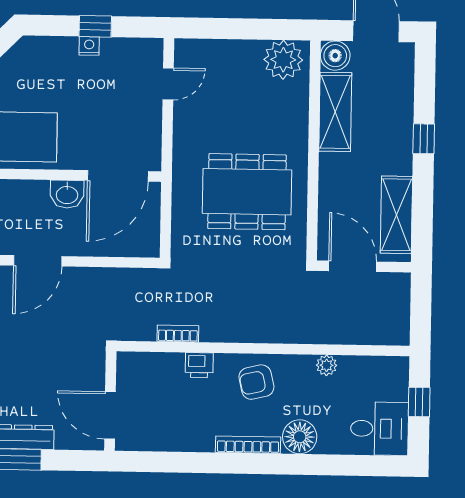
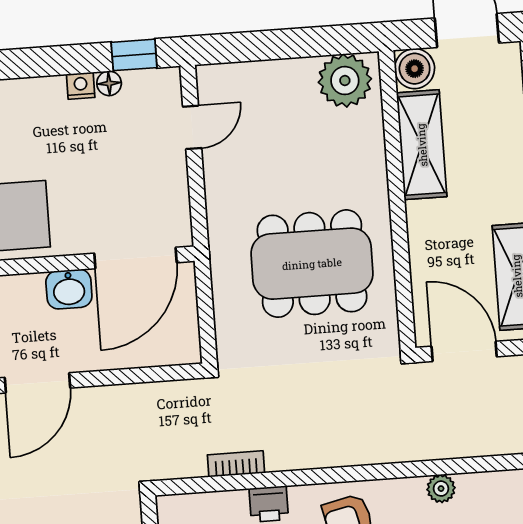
window: (95, 26) -> (134, 55), moved
floor lamp: (110, 46) -> (109, 83), added

